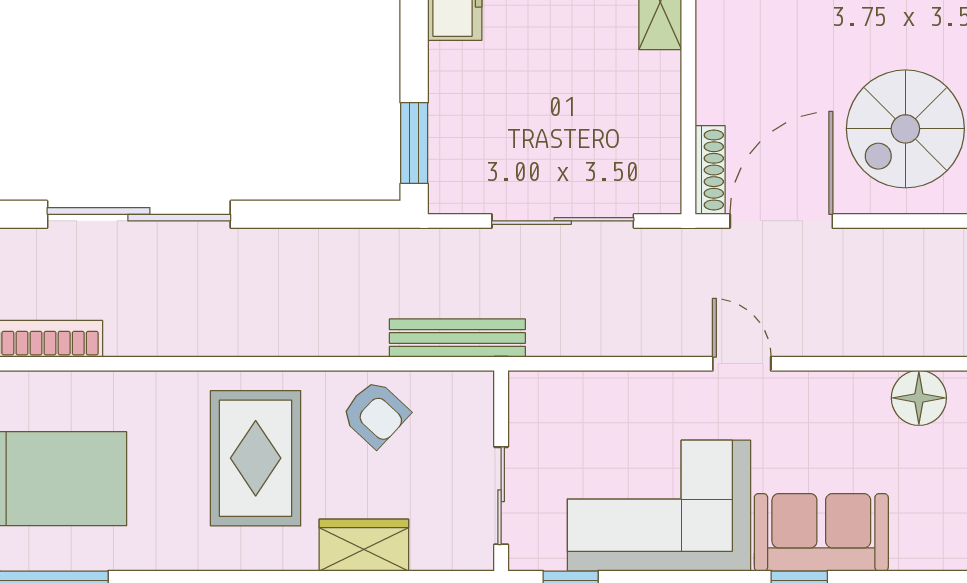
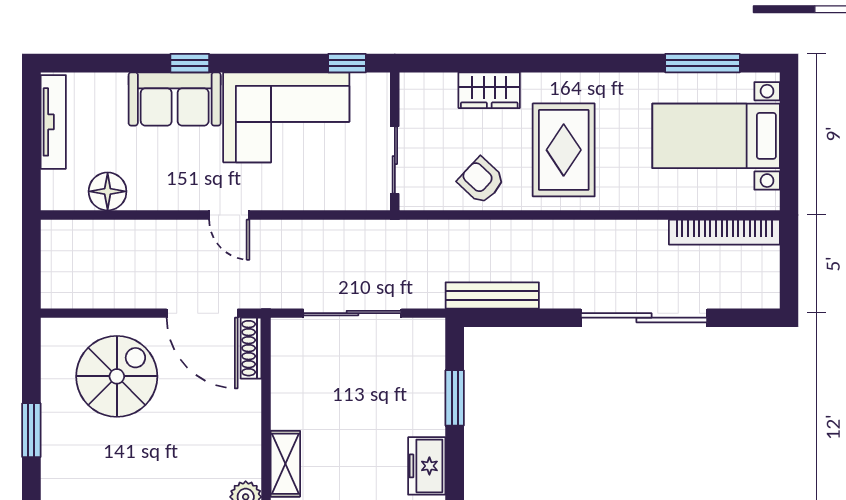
window: (414, 143) -> (455, 398), moved
door: (781, 221) -> (202, 313), hinge flipped
bench: (457, 338) -> (492, 295), moved
sliding door: (501, 496) -> (395, 160), moved

